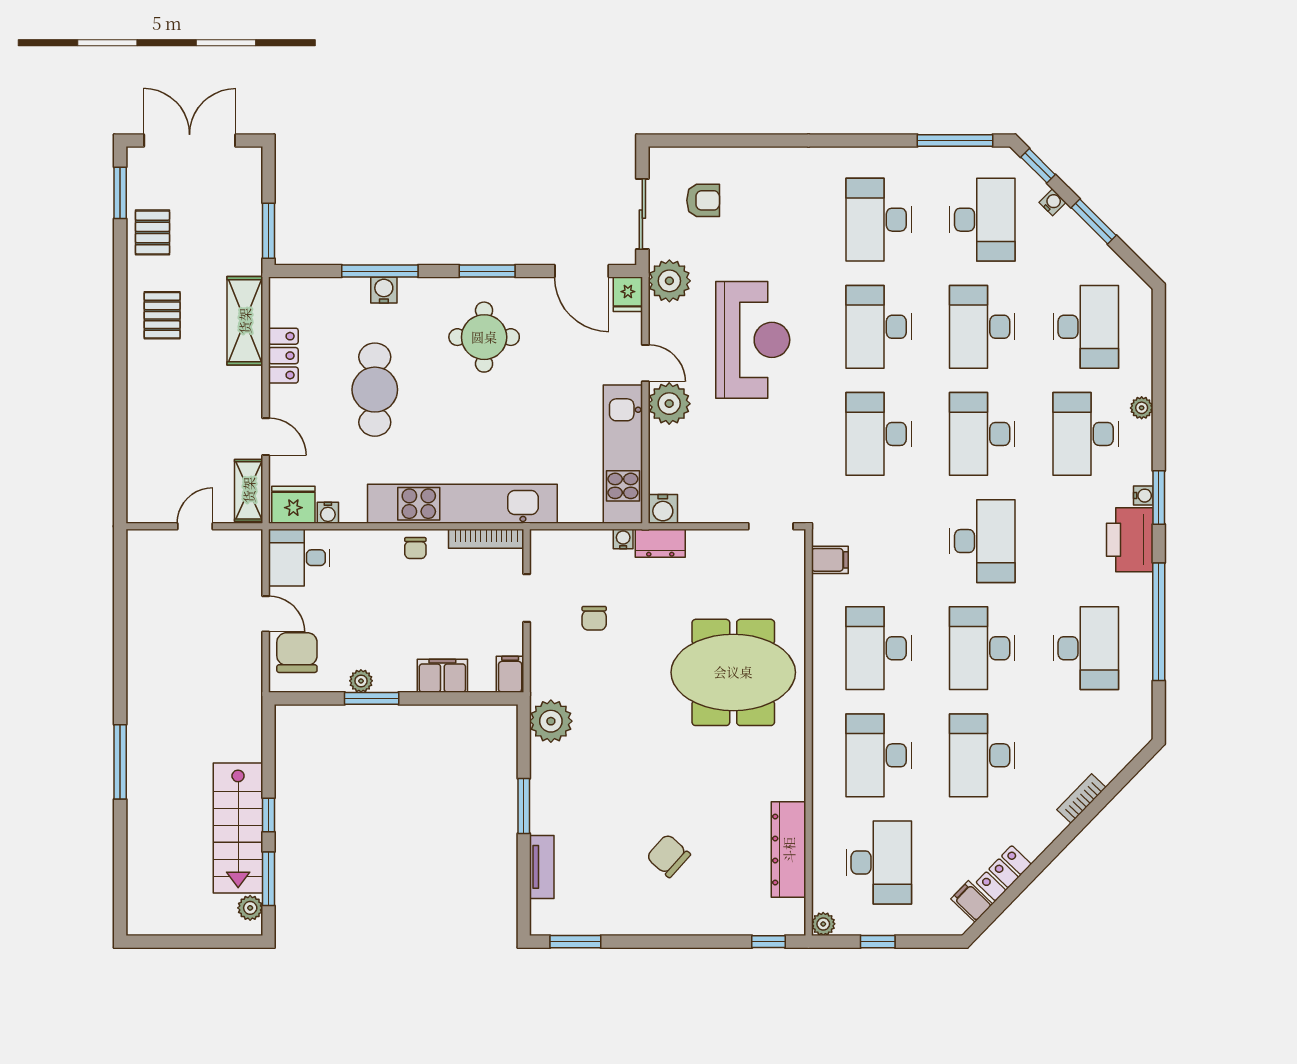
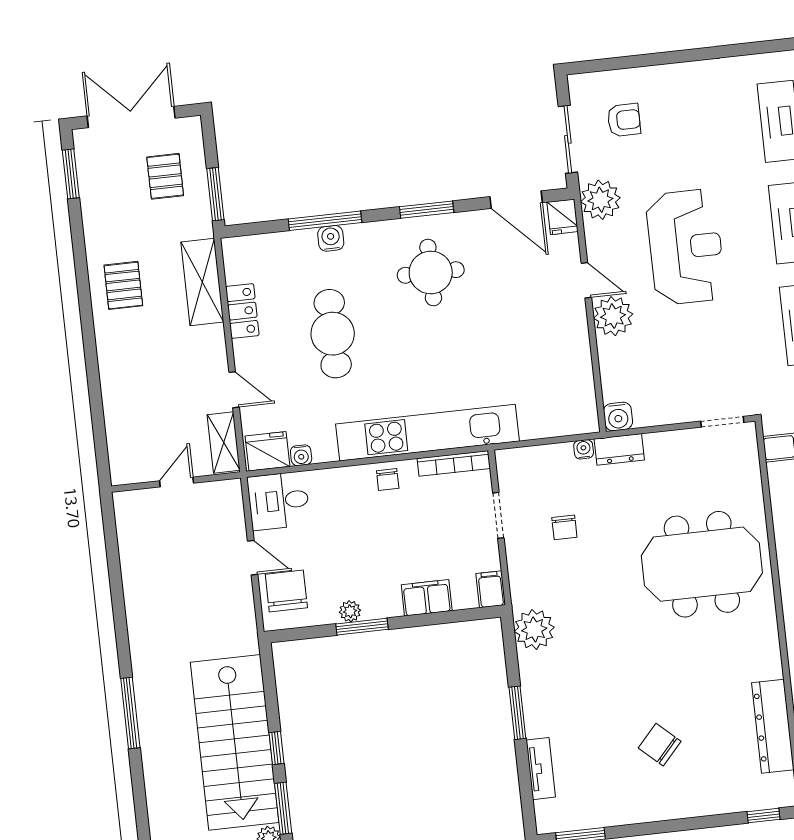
pallet: (152, 232) -> (165, 176), moved
kitchen unit: (623, 454) -> (574, 369), removed
stairs: (238, 828) -> (235, 742), width x1.36, depth x1.51

